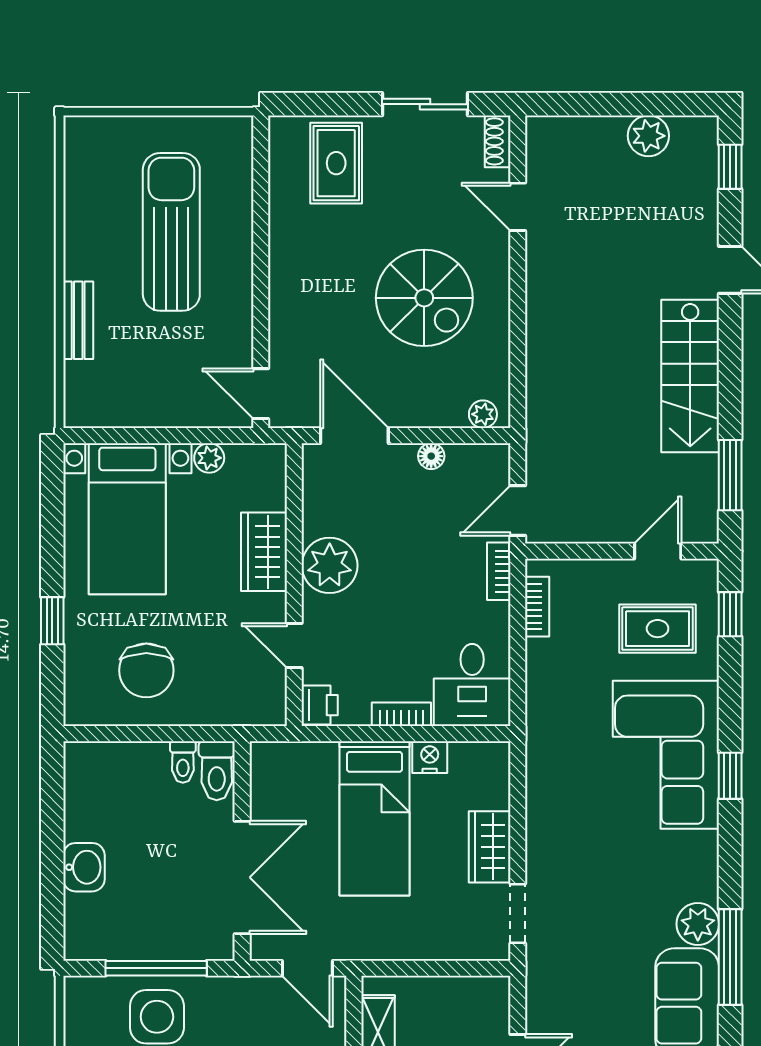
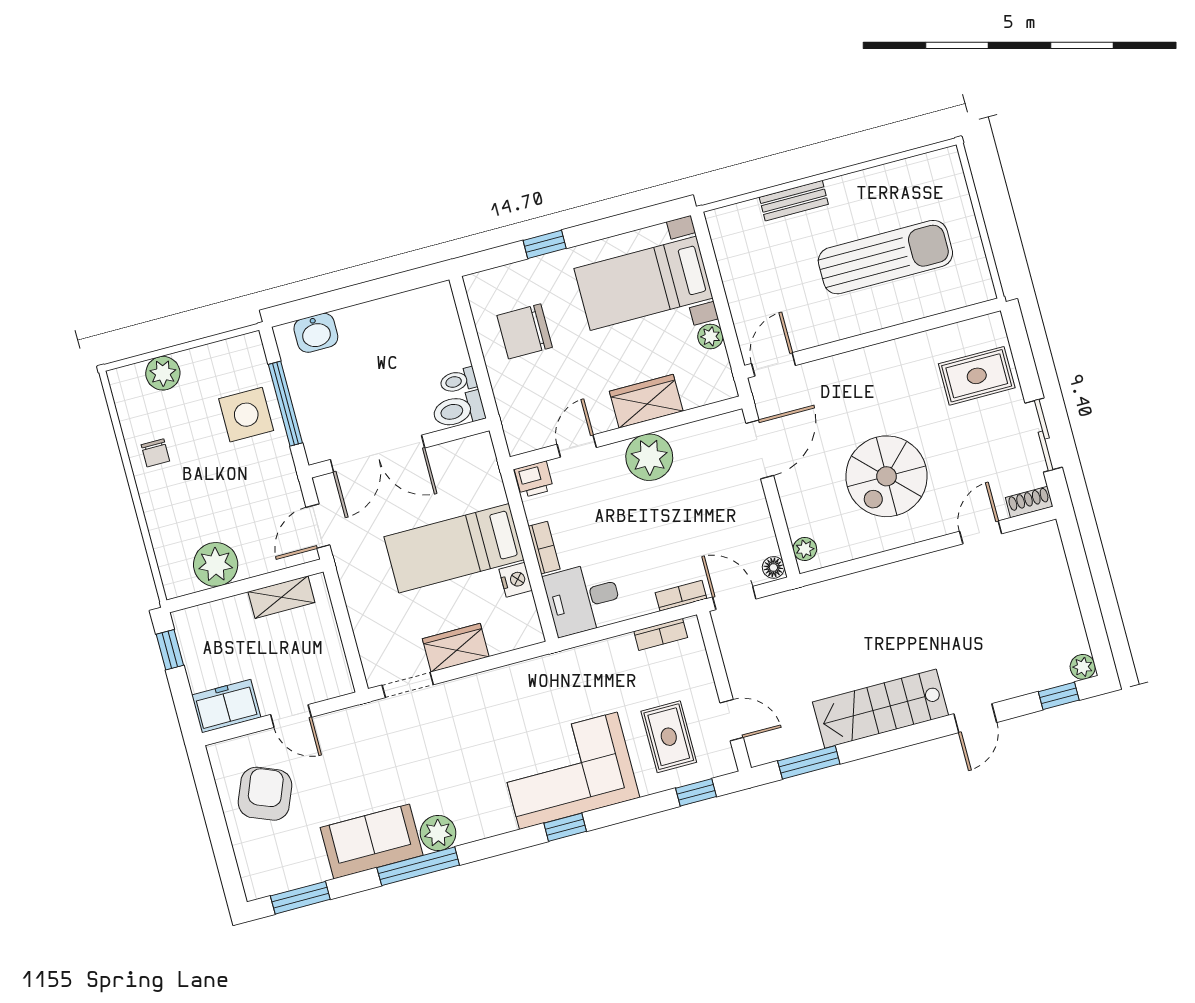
plant: (648, 136) -> (1083, 667), moved, width x0.73, depth x0.73
floor lamp: (431, 456) -> (773, 567), moved
washbasin: (84, 867) -> (316, 333), moved

